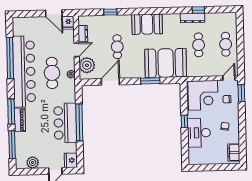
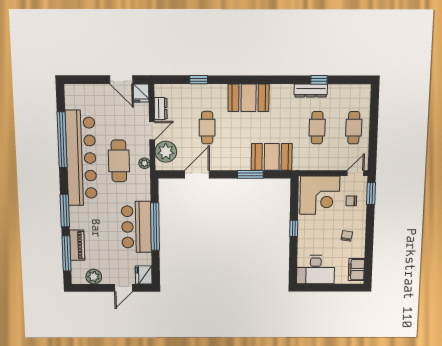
booth: (166, 63) -> (272, 157), width x0.73, depth x0.70
piano: (20, 120) -> (77, 245), moved
desk: (199, 133) -> (316, 270), moved, turned -90

